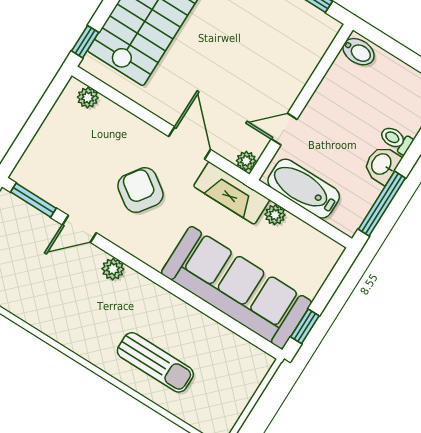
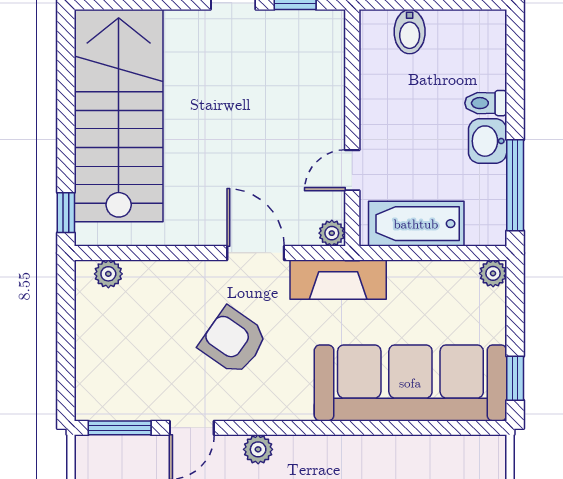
bidet: (359, 52) -> (410, 32), moved, turned 90
plant: (275, 215) -> (493, 273), moved

